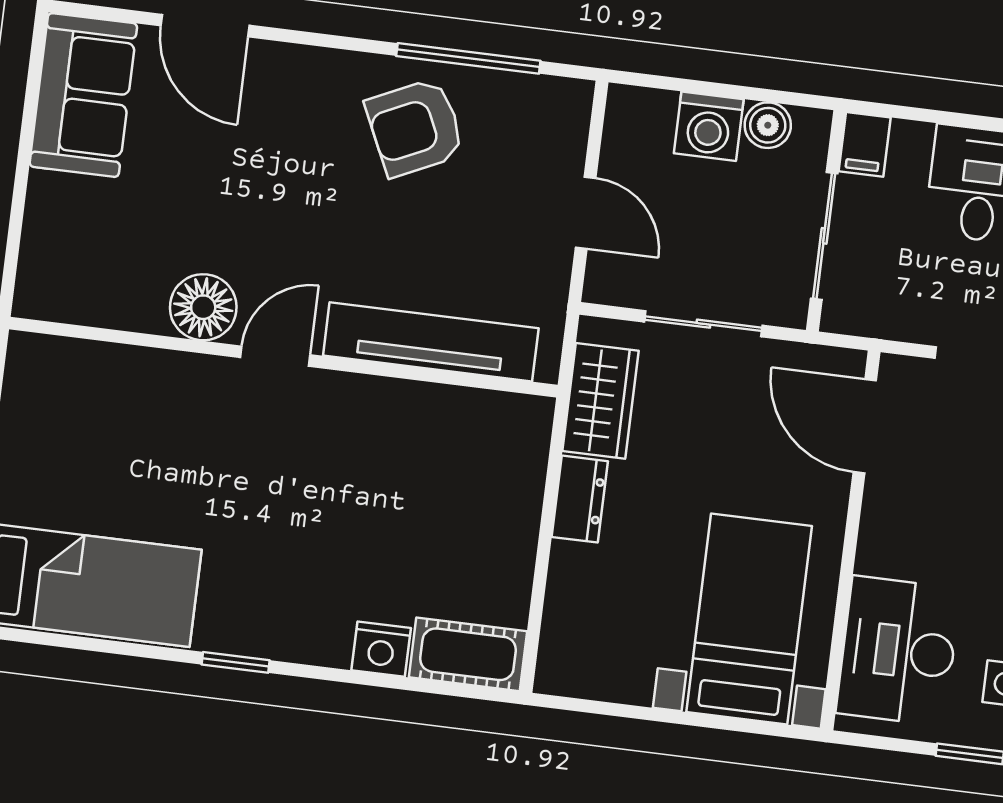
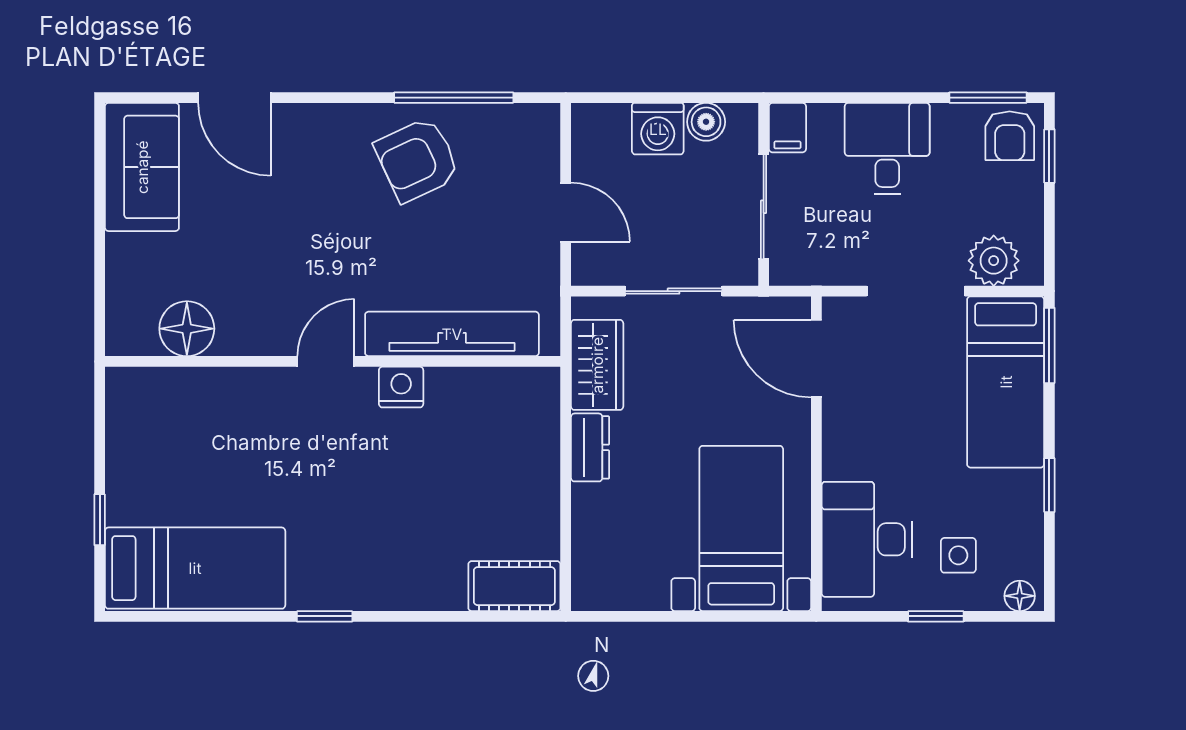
floor lamp: (203, 307) -> (187, 329), moved
nightstand: (381, 649) -> (401, 387), moved, turned 180

